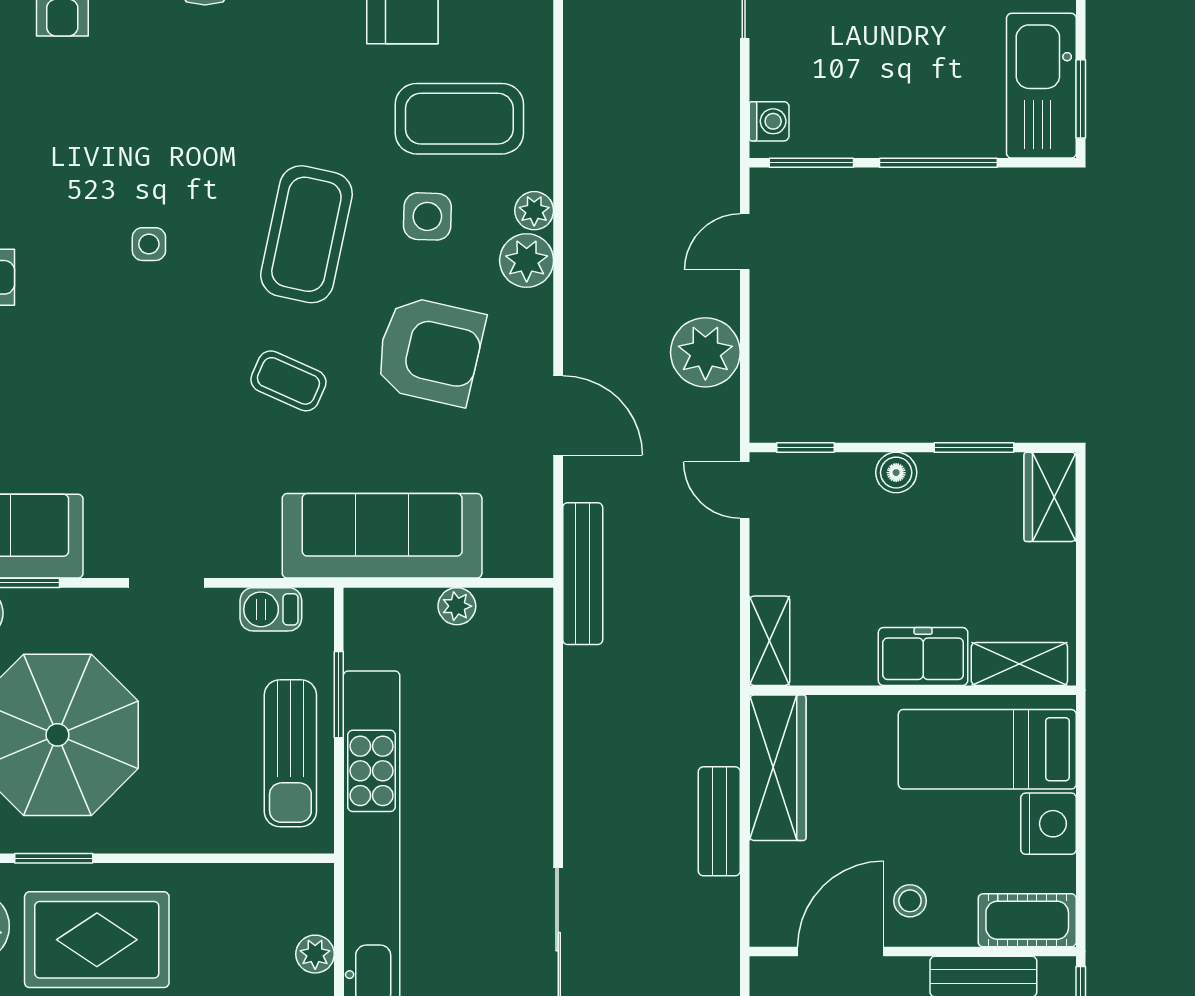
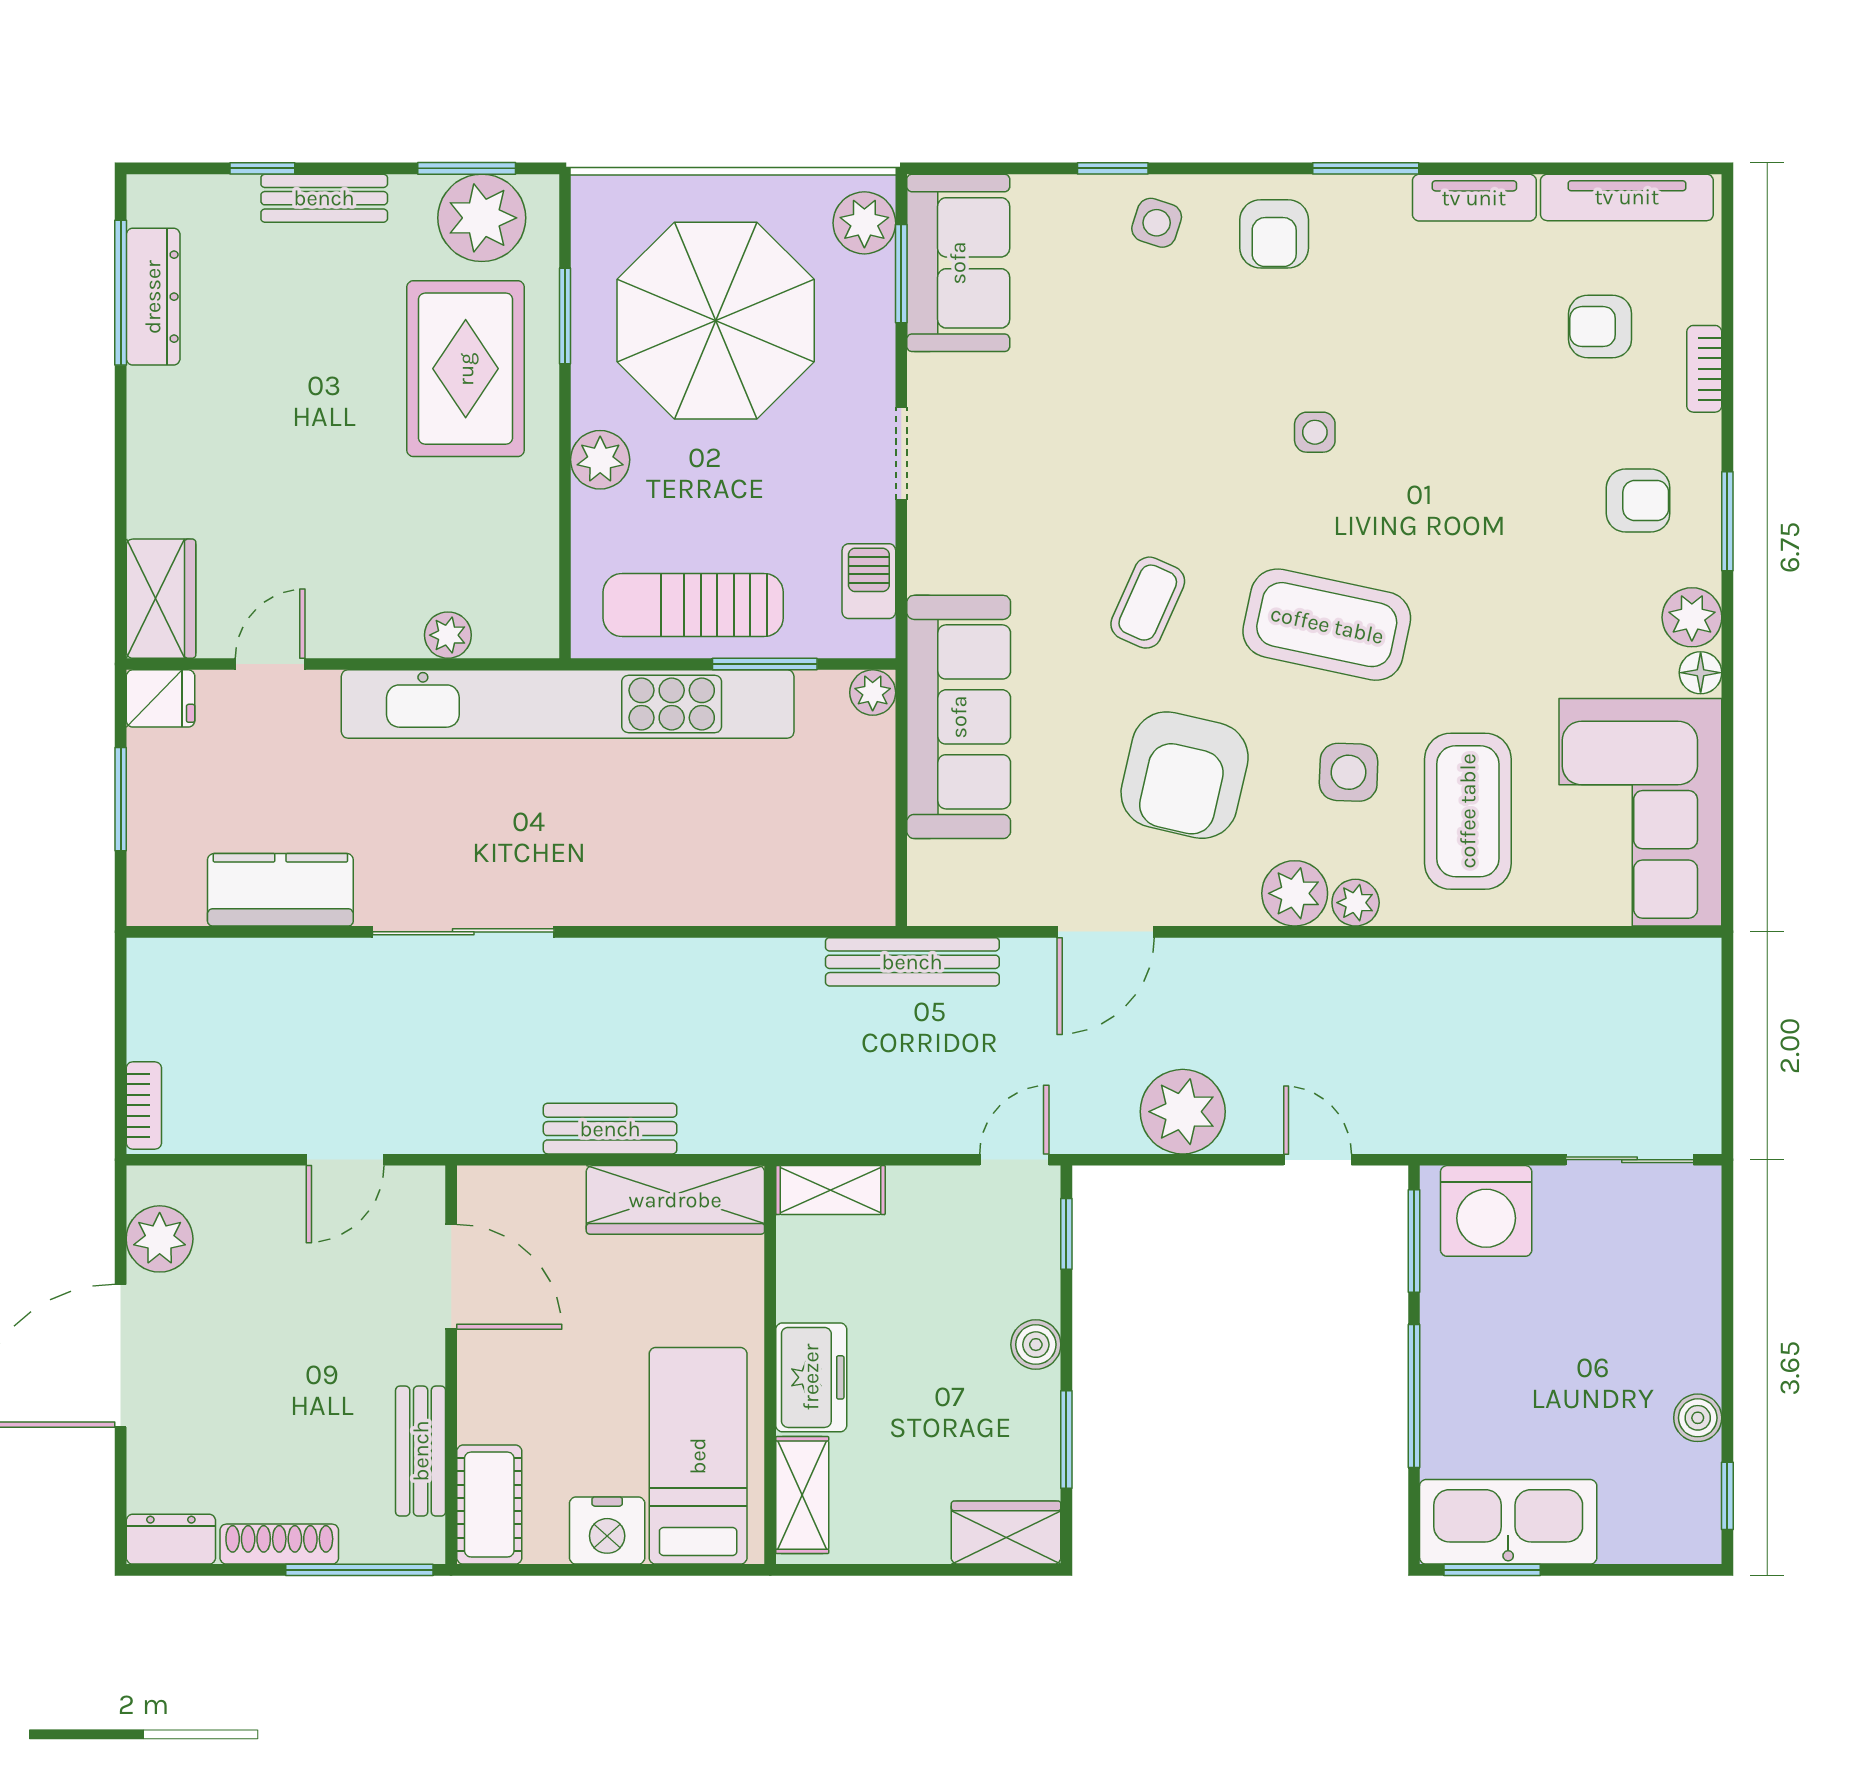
washing machine: (769, 121) -> (1486, 1211), width x1.89, depth x1.89
plant: (457, 606) -> (873, 693), moved
plant: (171, 829) -> (600, 460), added
stool: (910, 901) -> (513, 1361), removed

